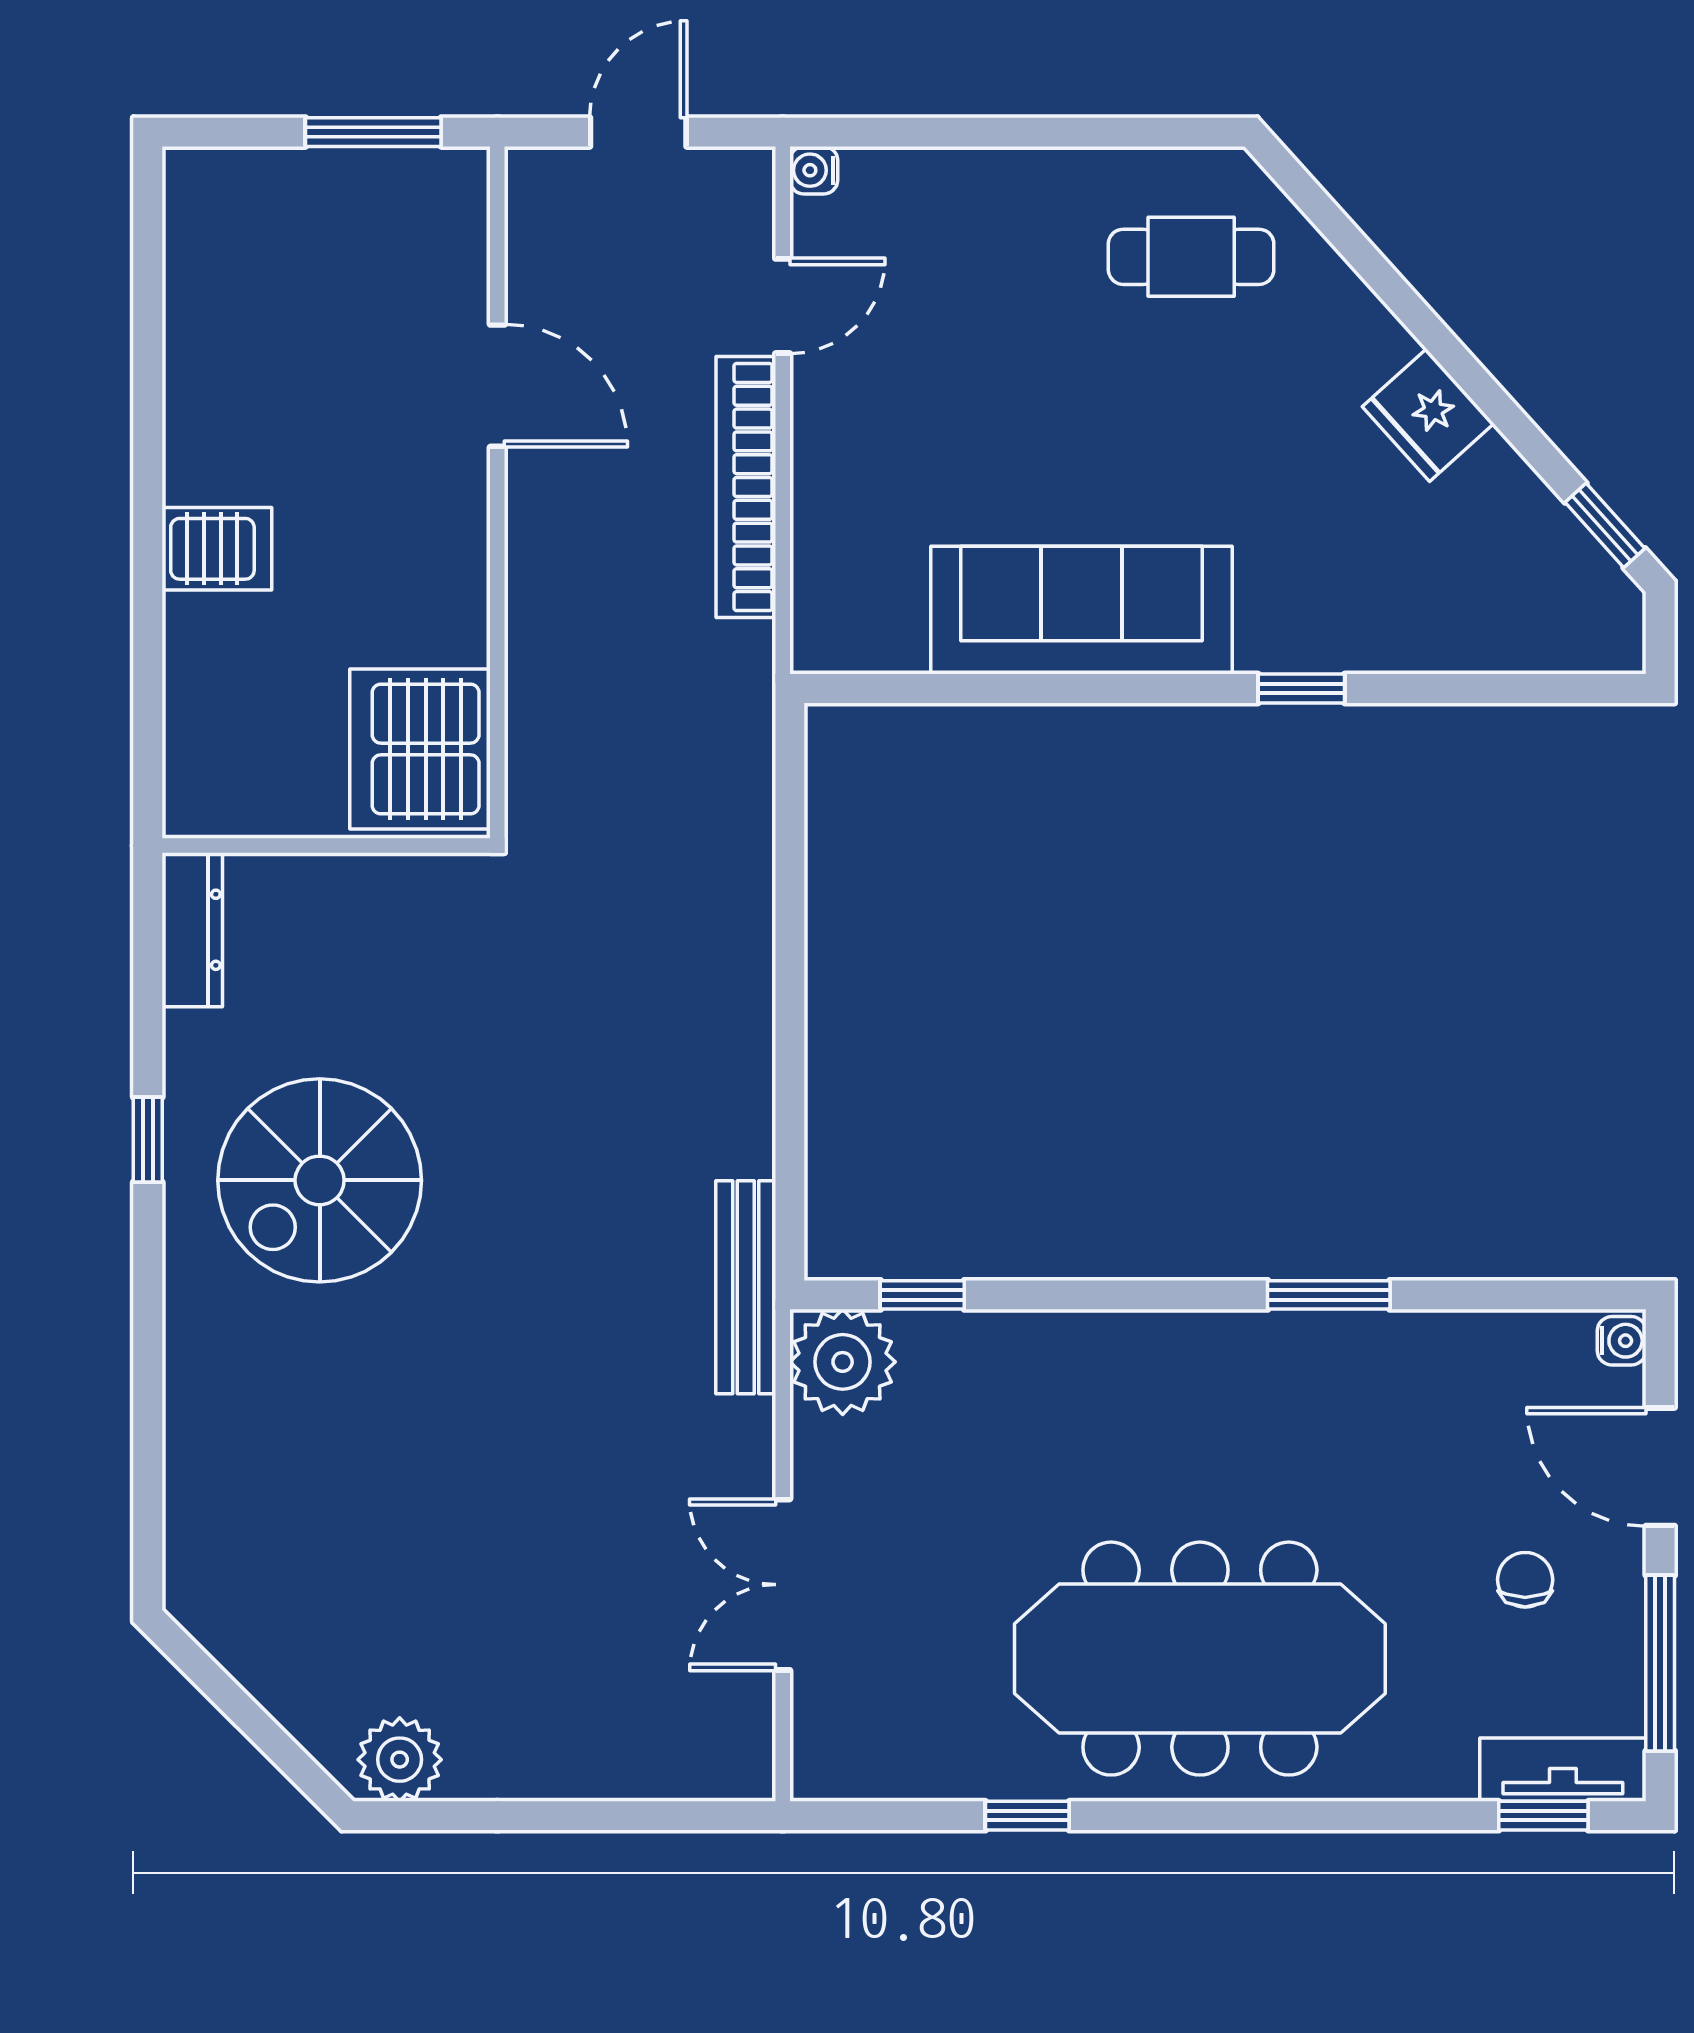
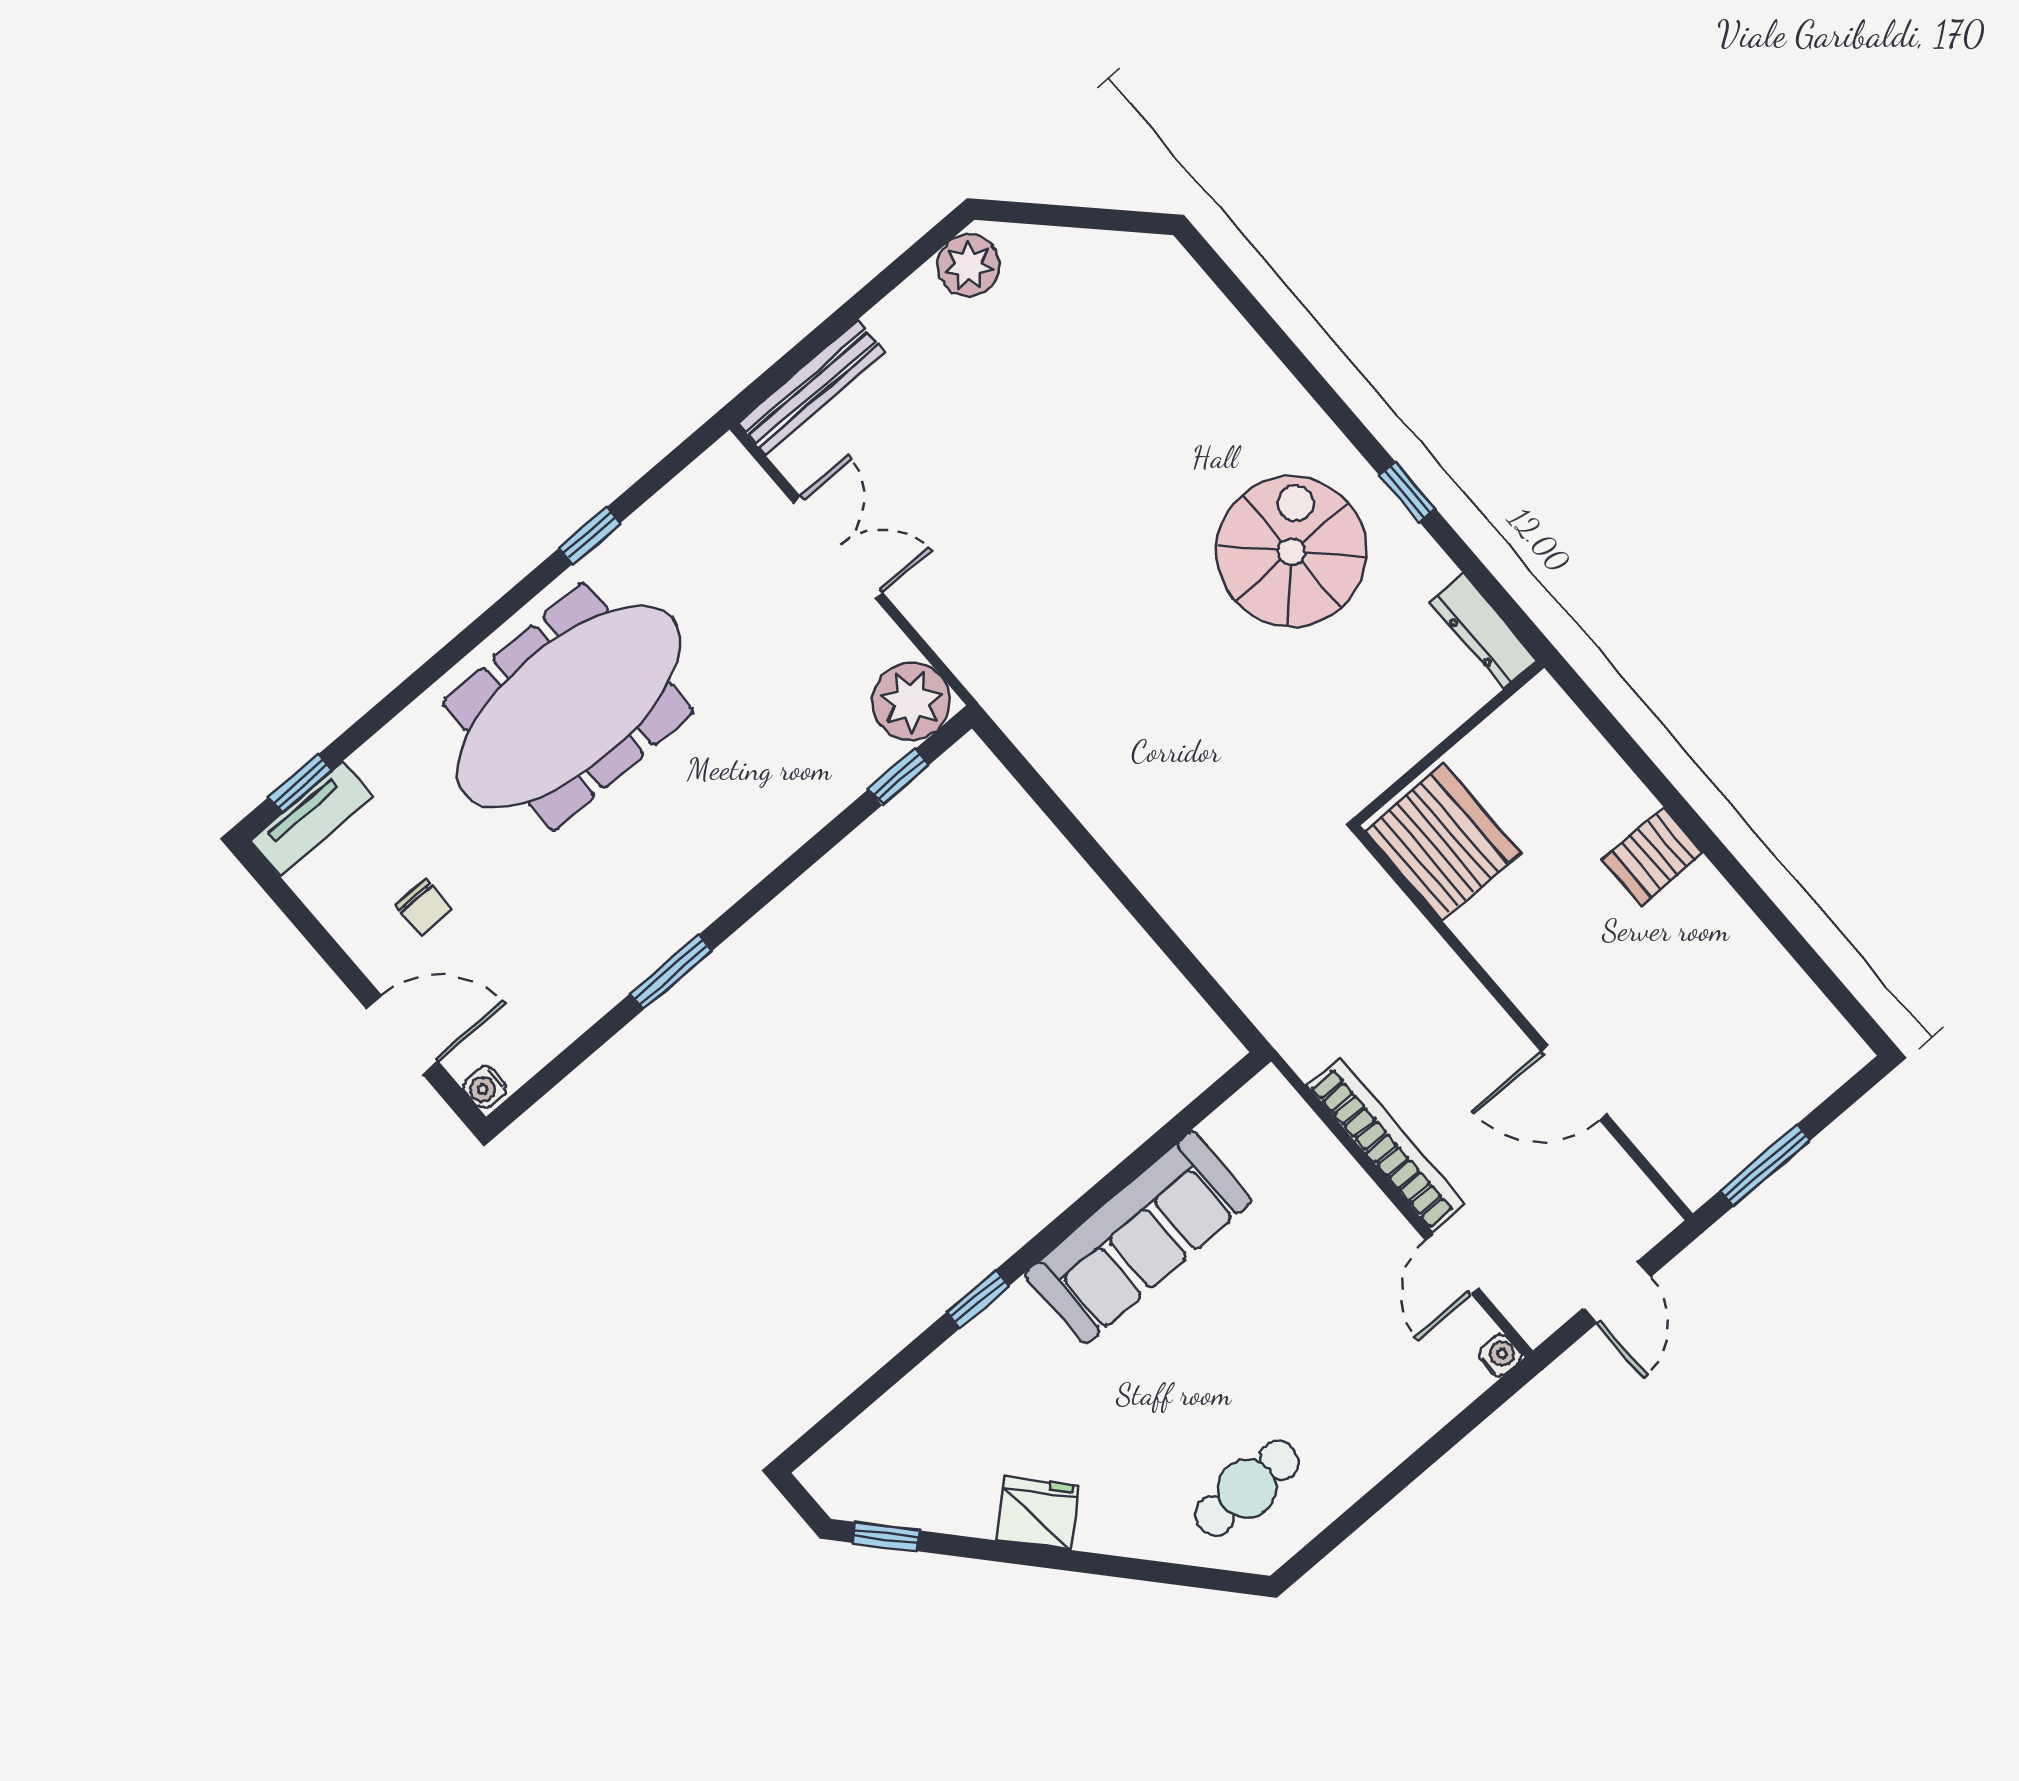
bench: (746, 1287) -> (812, 388), moved, turned 90
window: (1660, 1663) -> (308, 925), removed

